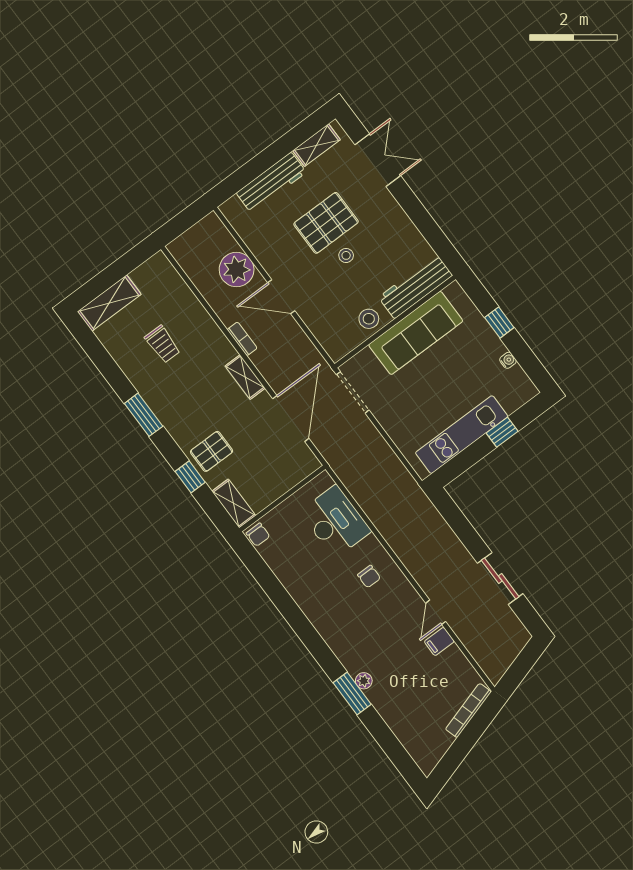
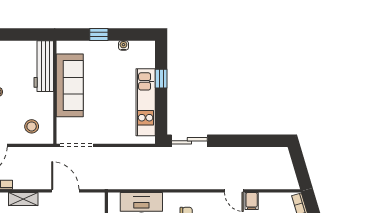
stool: (369, 319) -> (32, 126), moved
door: (291, 419) -> (65, 191), width x0.73
sliding door: (500, 578) -> (189, 141), moved

